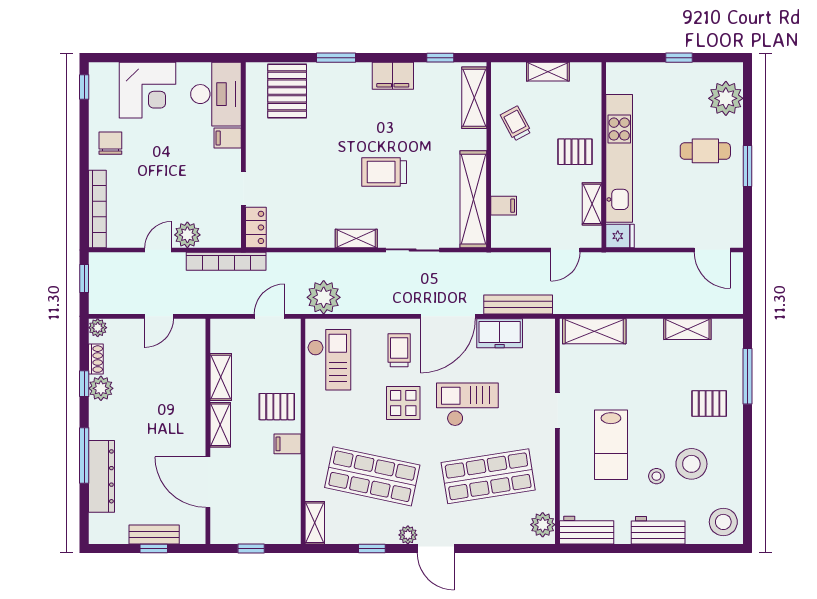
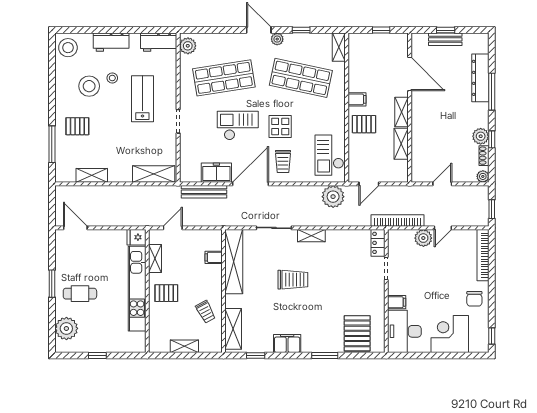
checkout: (467, 404) -> (238, 126), turned 180

